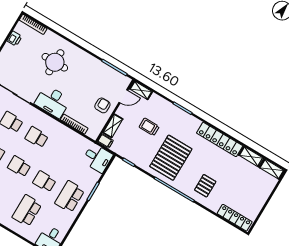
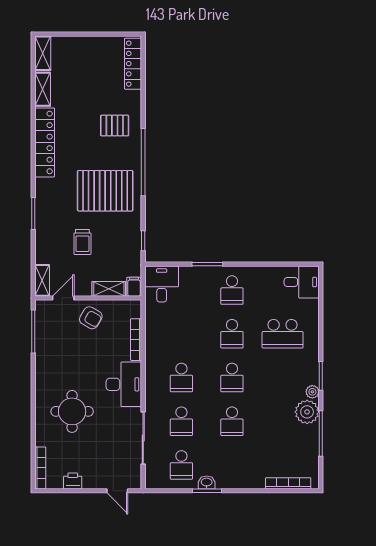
door: (123, 96) -> (63, 298), hinge flipped
armchair: (102, 105) -> (91, 318), turned -150
school desk: (70, 197) -> (232, 290), width x0.54

